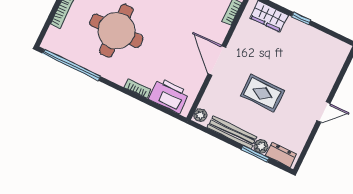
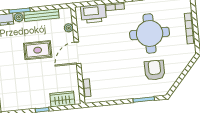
door: (217, 61) -> (77, 53), swing flipped
plant: (200, 115) -> (69, 28), moved

